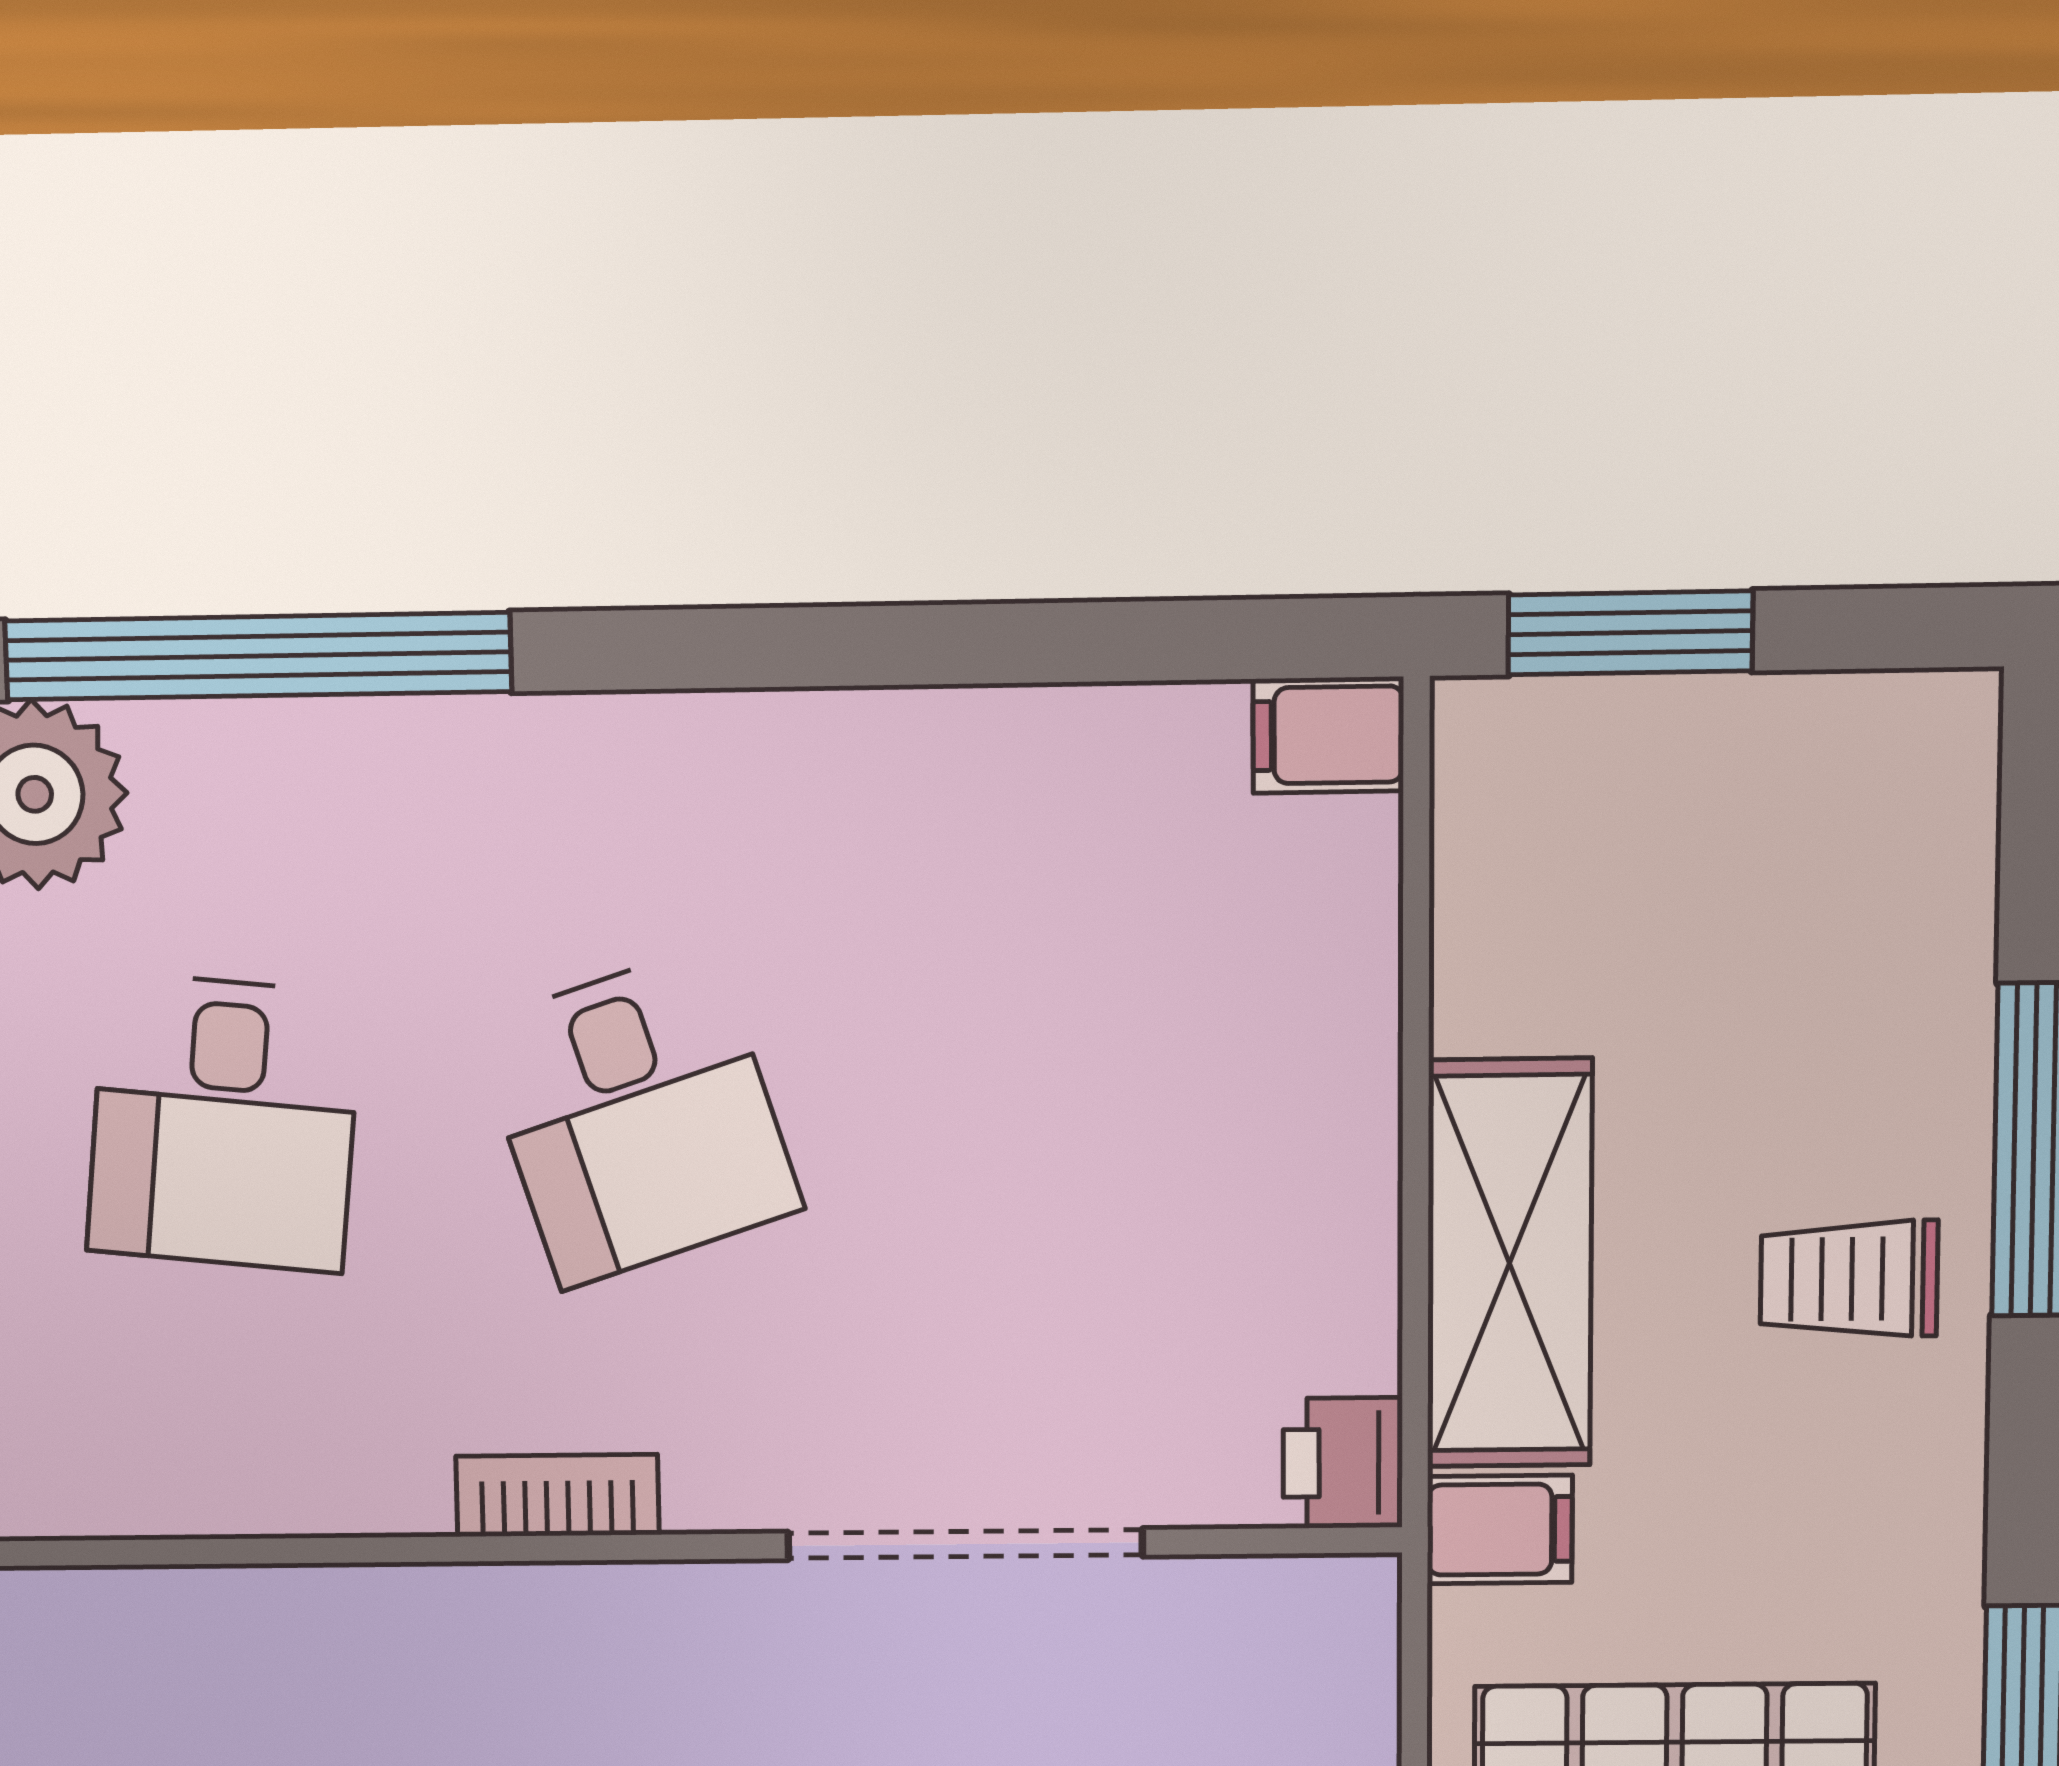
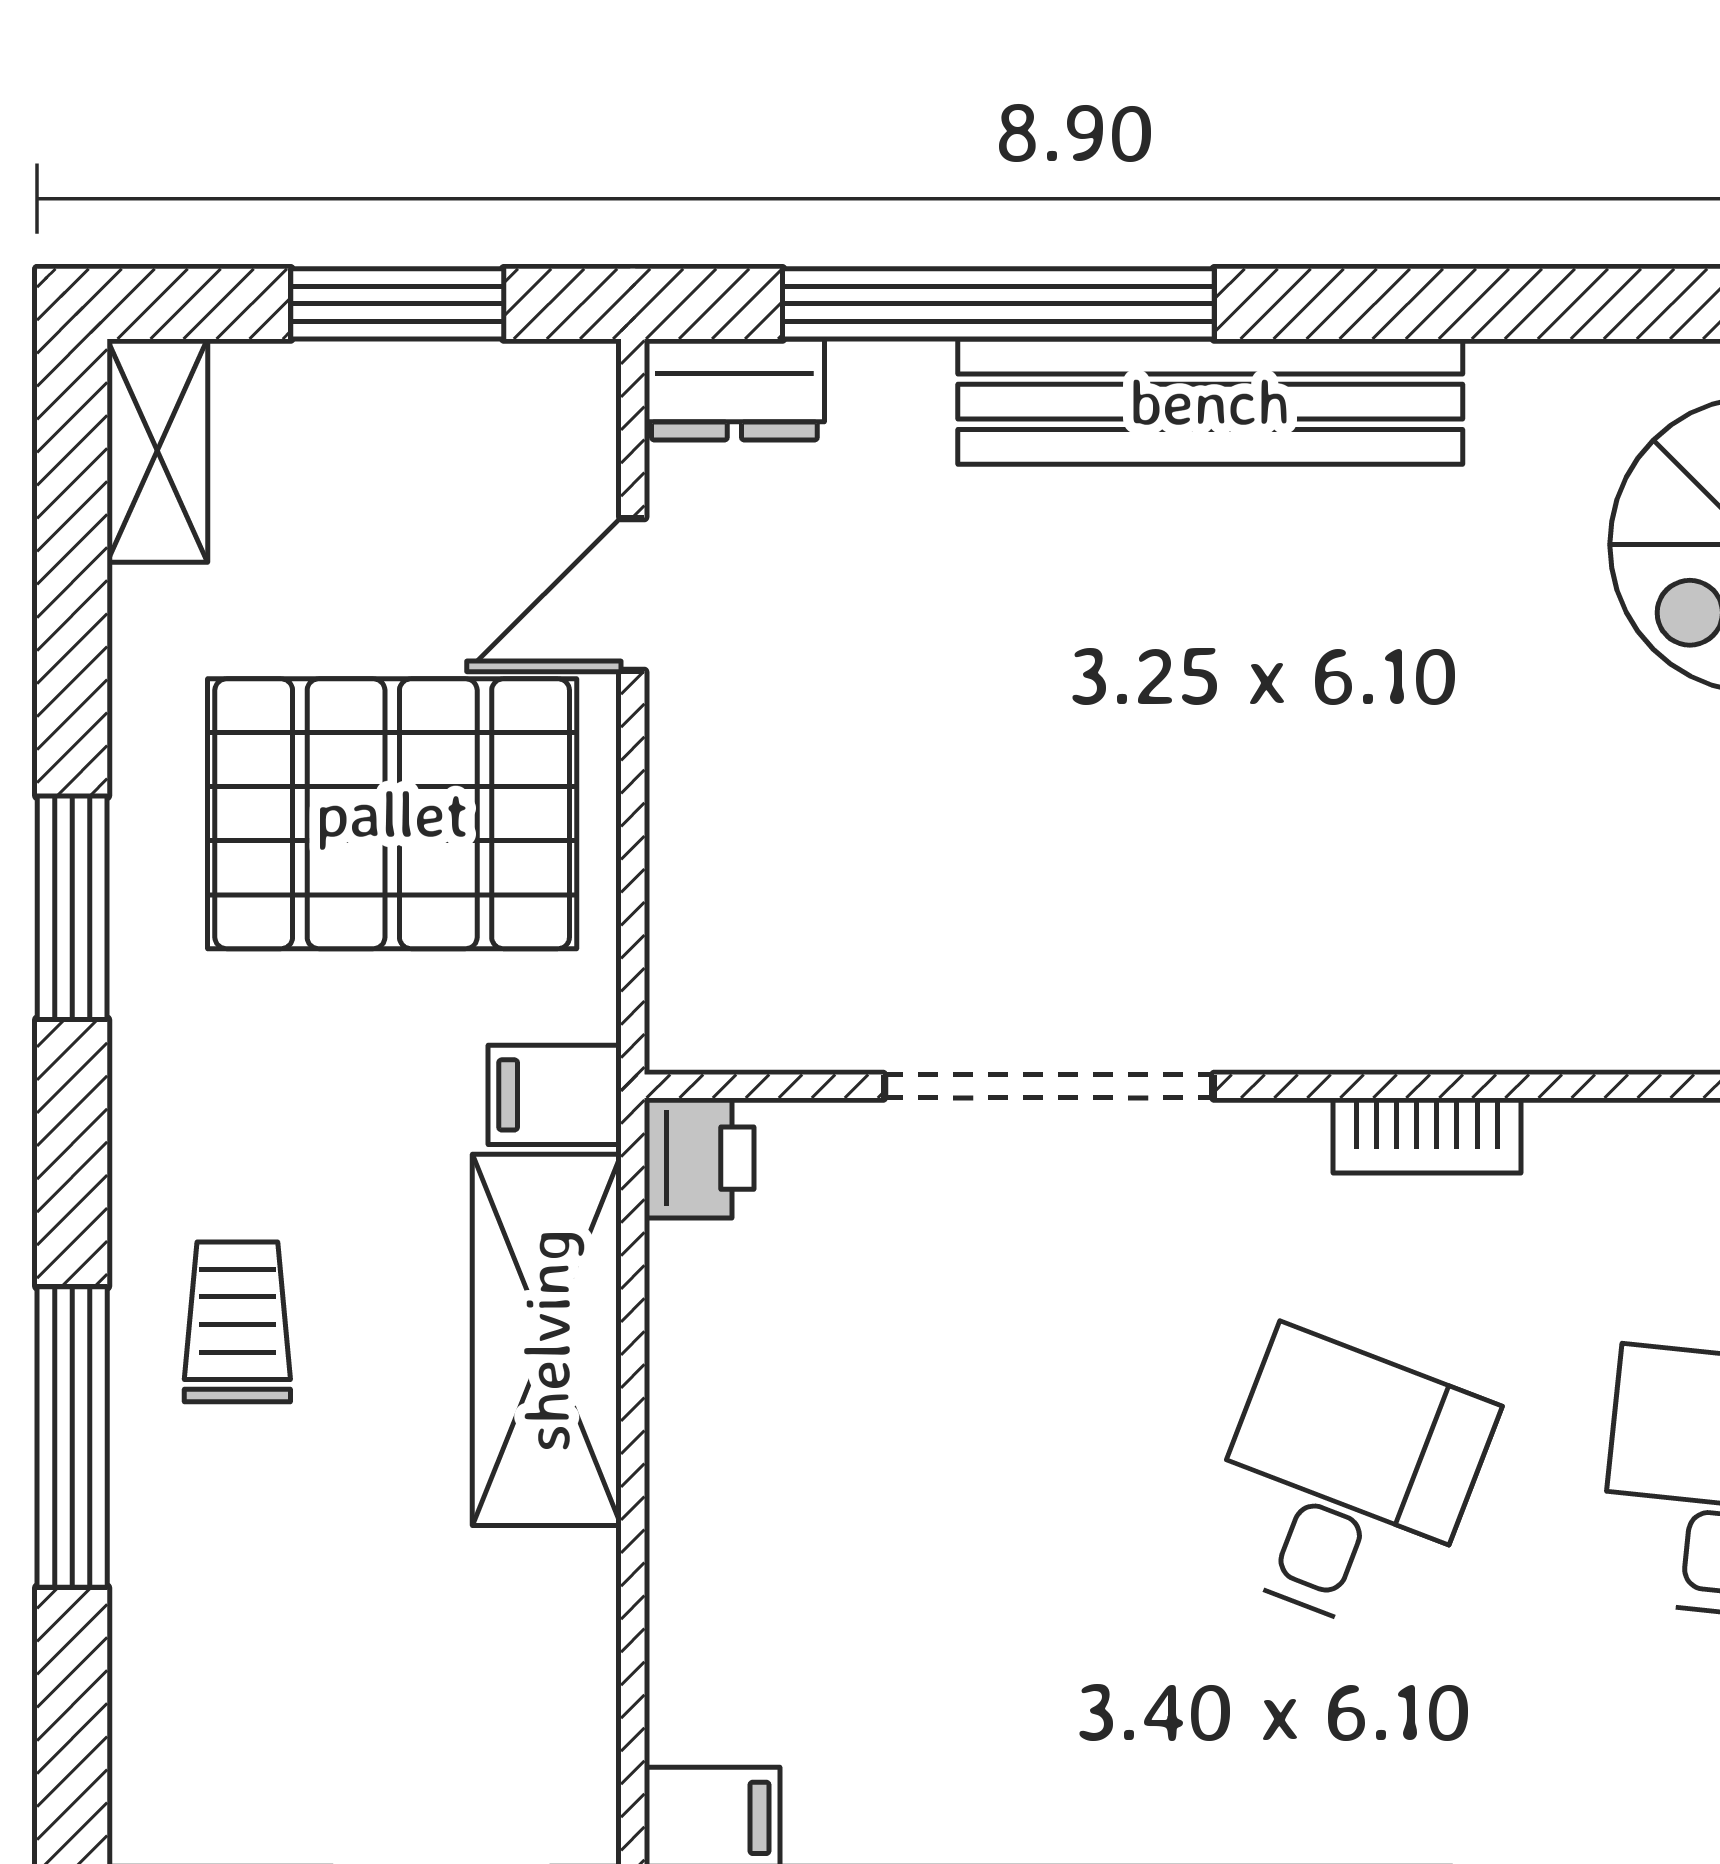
desk: (638, 1117) -> (1345, 1483), turned 39
trolley: (1849, 1279) -> (237, 1322), turned -90

